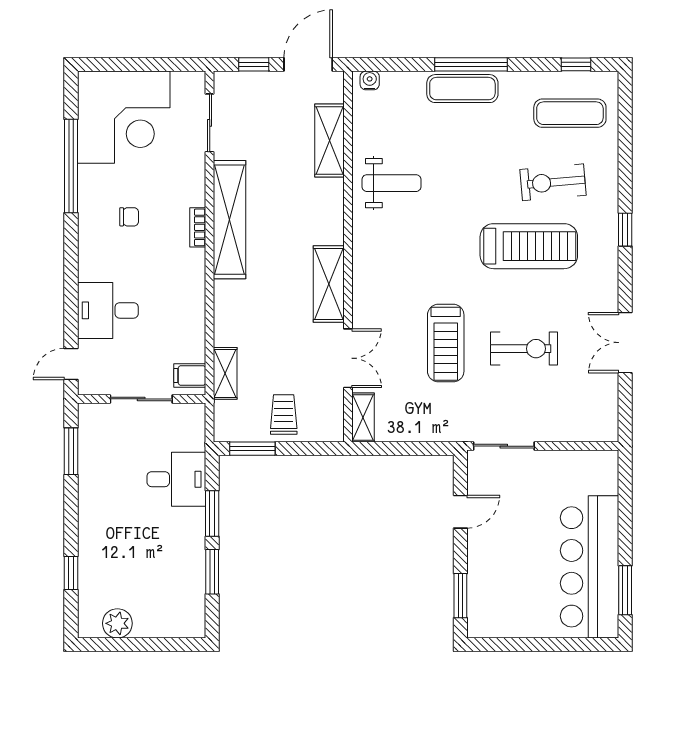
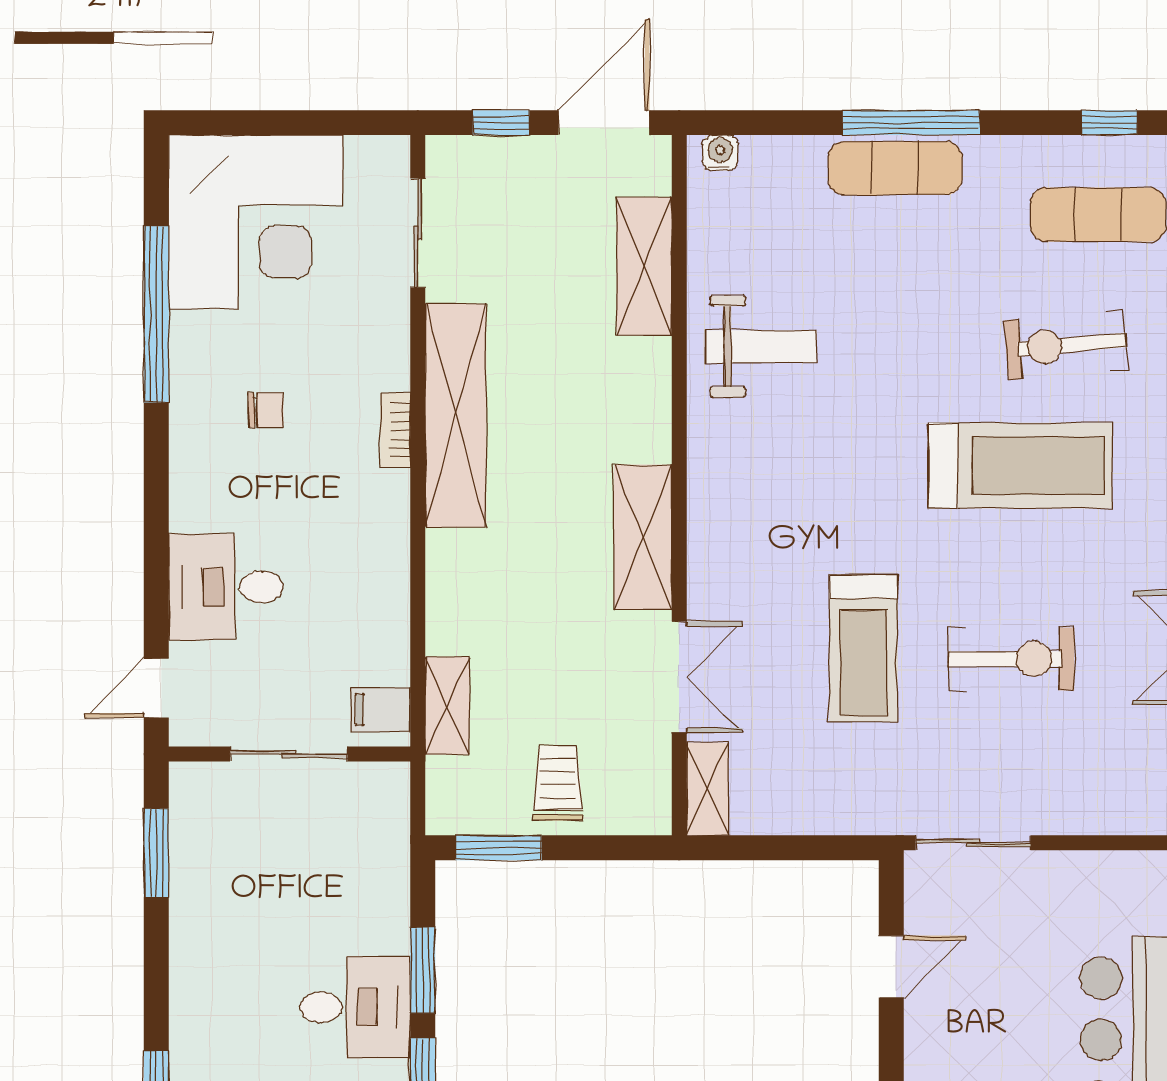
desk: (176, 479) -> (355, 1007), moved

